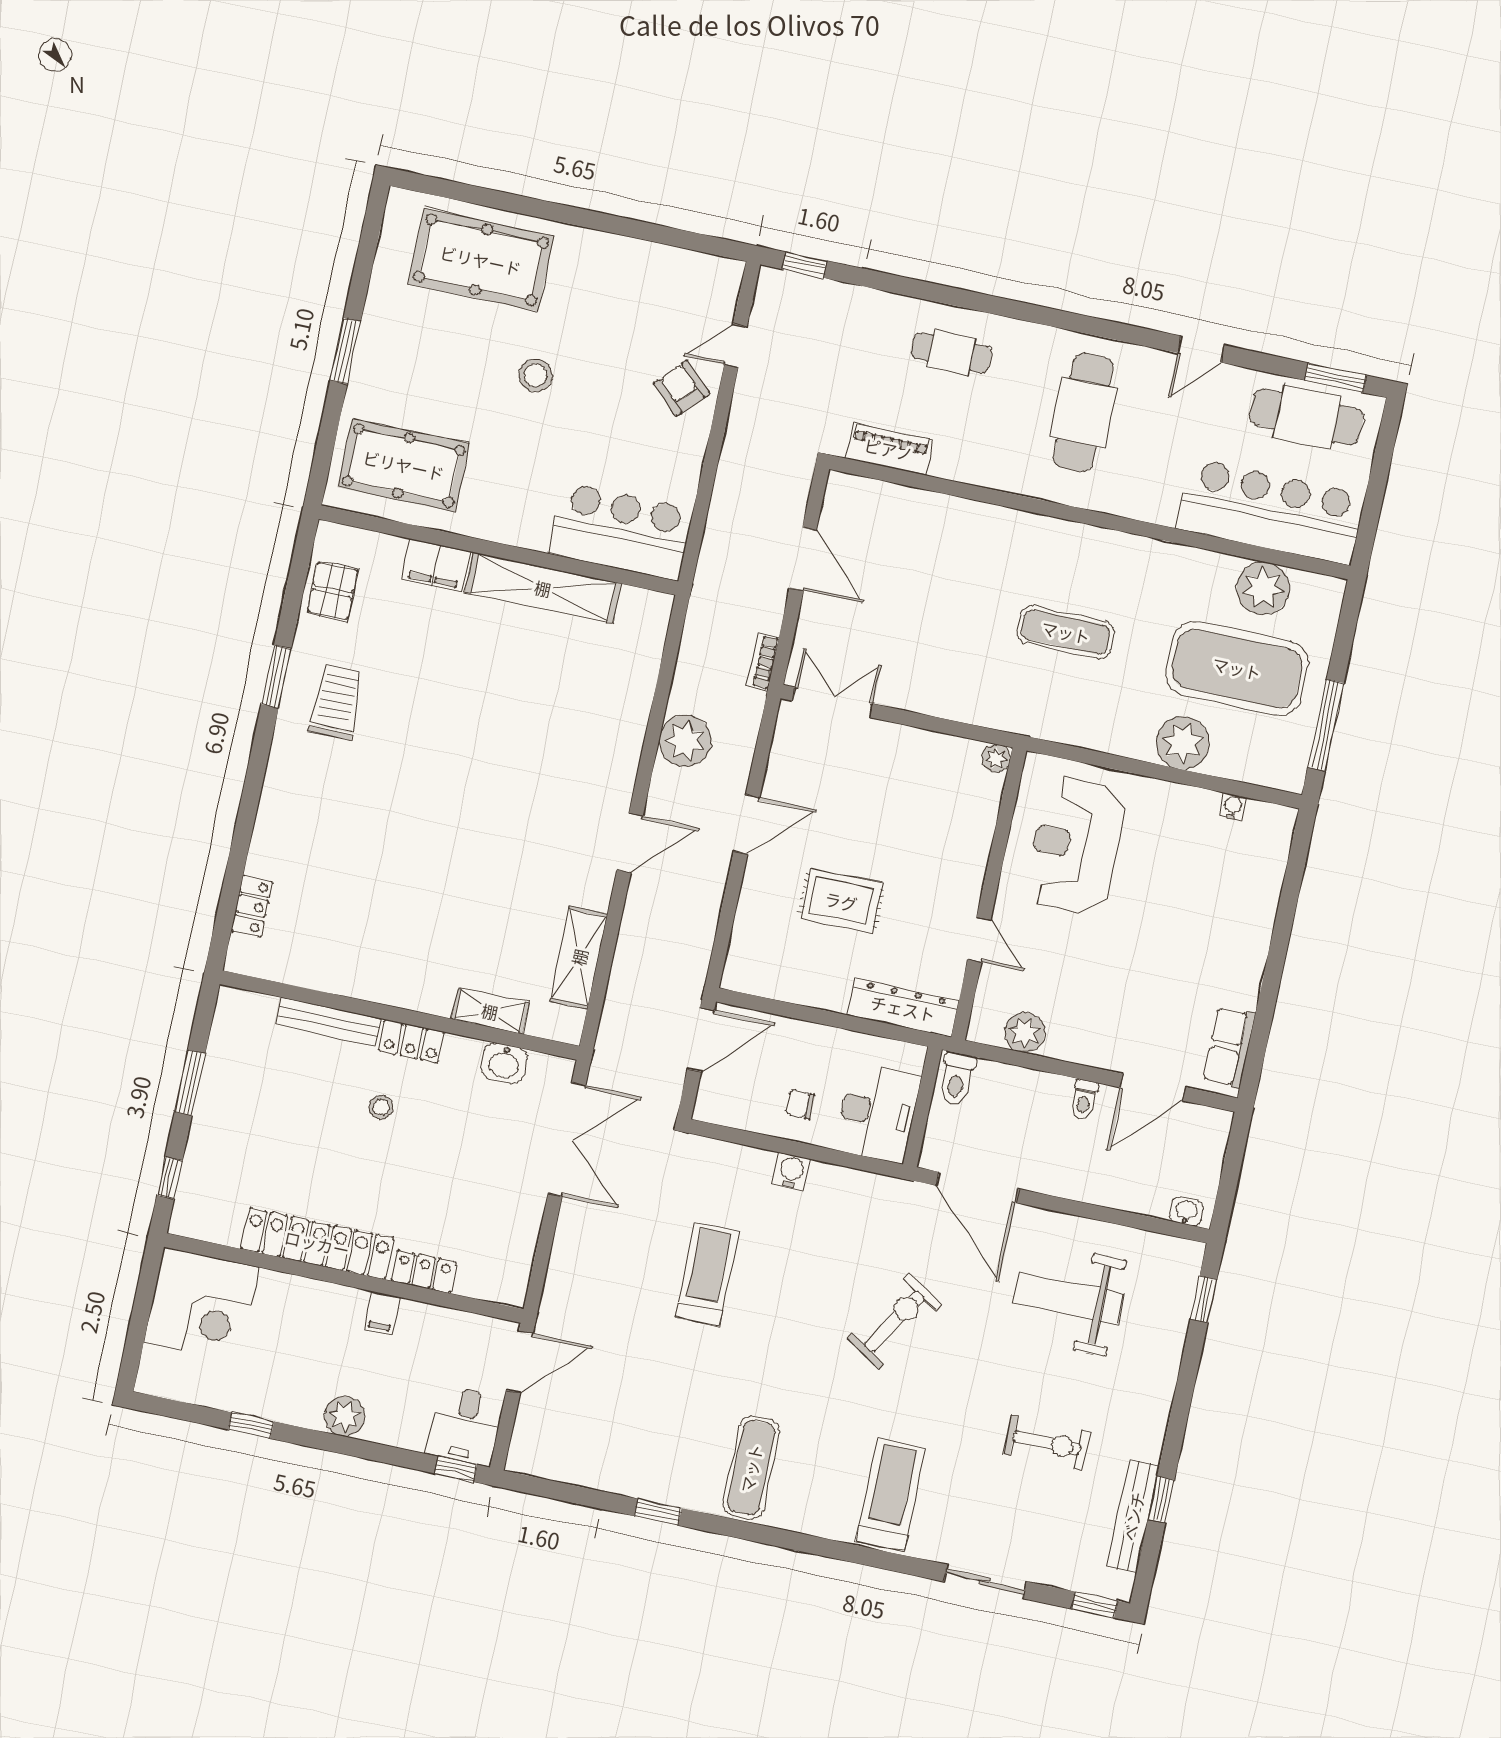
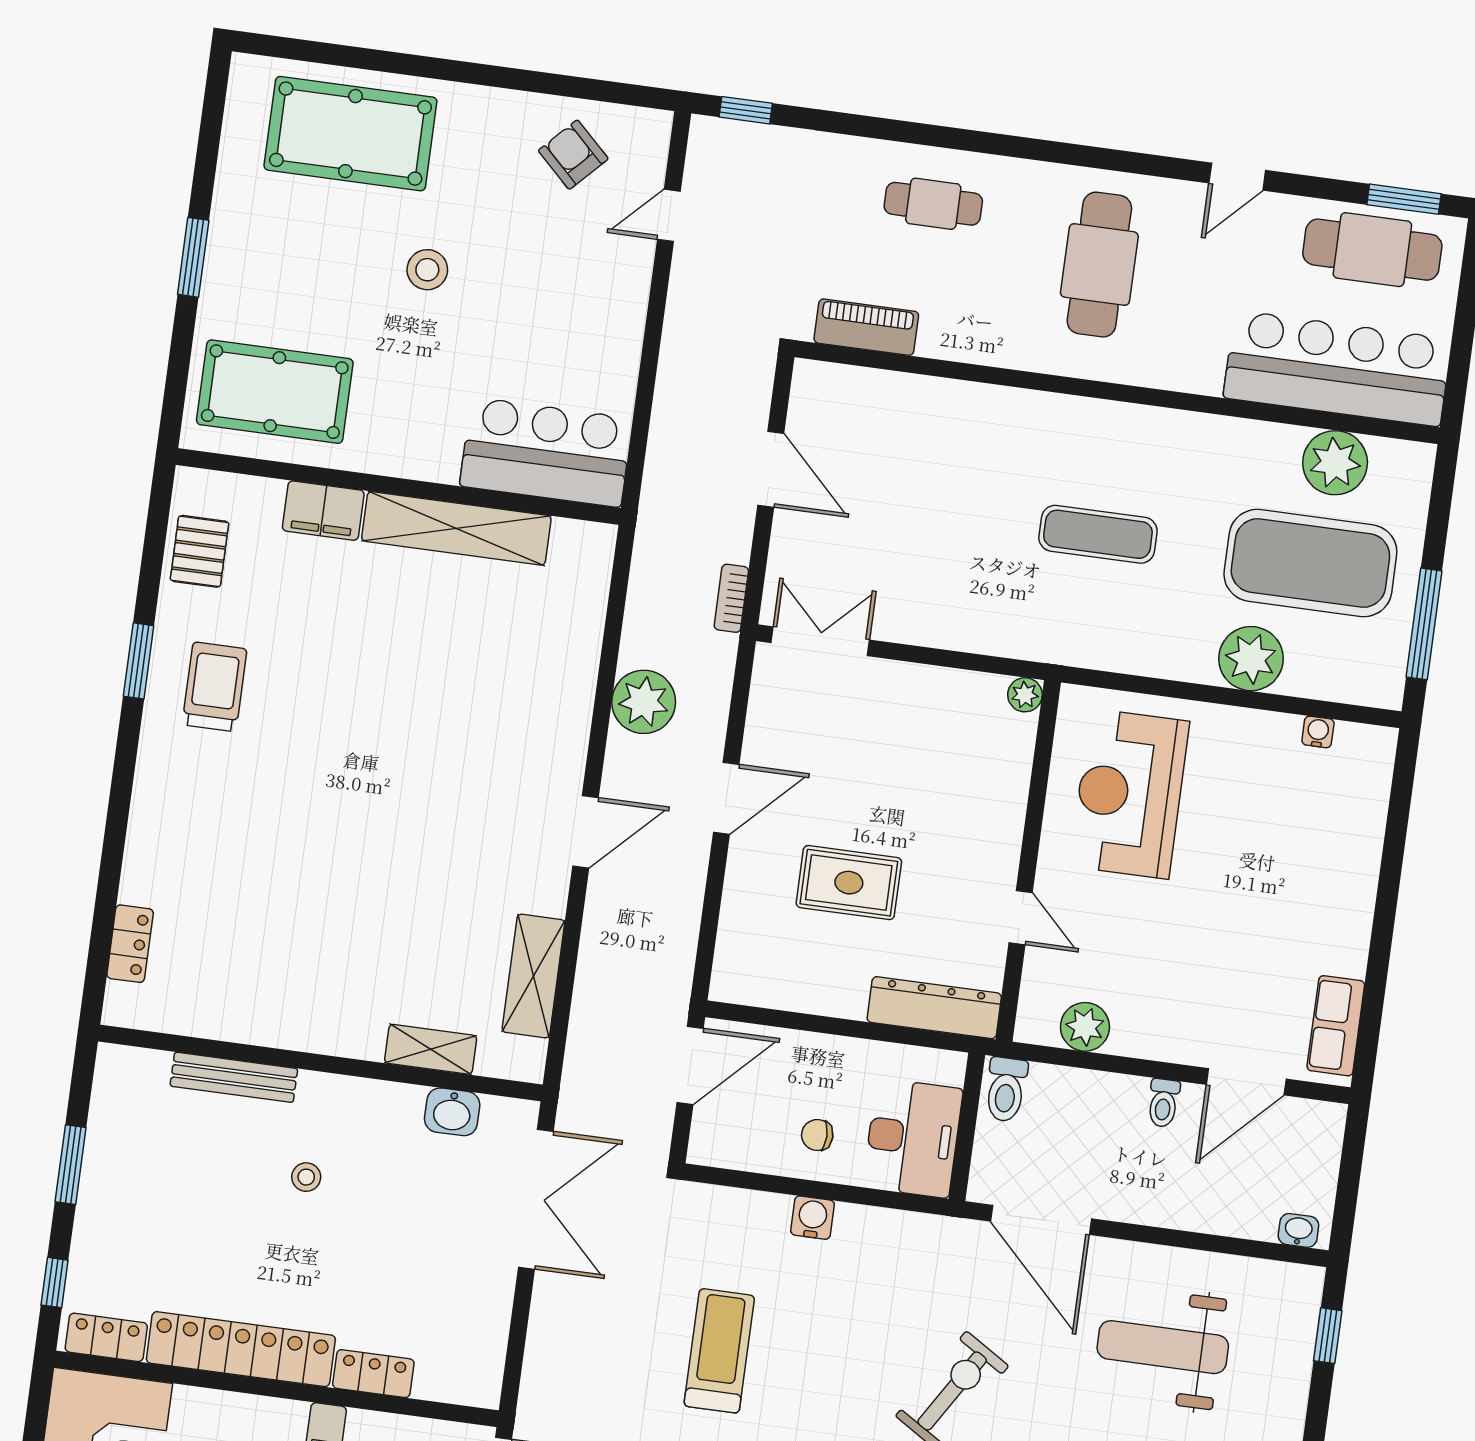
armchair: (682, 388) -> (573, 155), moved
locker: (412, 1041) -> (106, 1337), moved, turned 180

